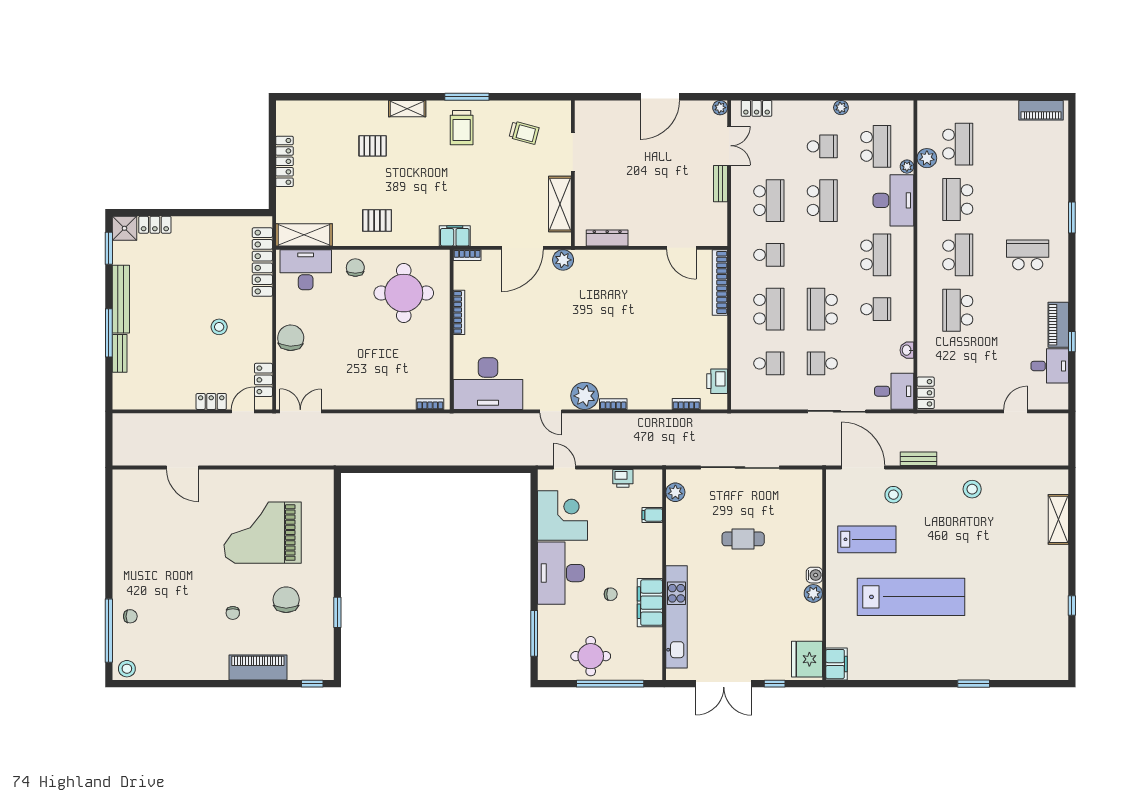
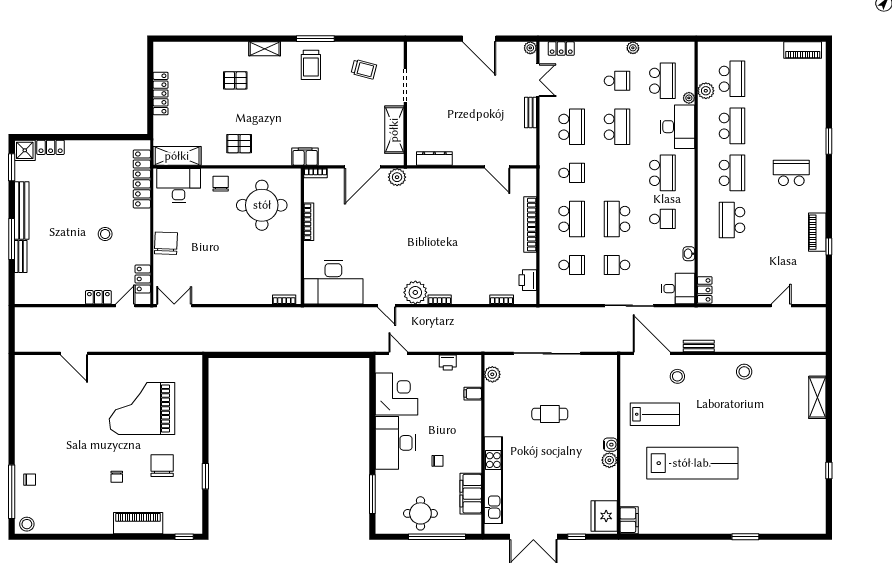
door: (660, 97) -> (479, 39), hinge flipped
school desk: (958, 199) -> (732, 126), turned 180
bookcase: (720, 282) -> (530, 225), moved
desk: (1050, 366) -> (810, 267), removed
filing cabinet: (650, 603) -> (471, 494), moved

